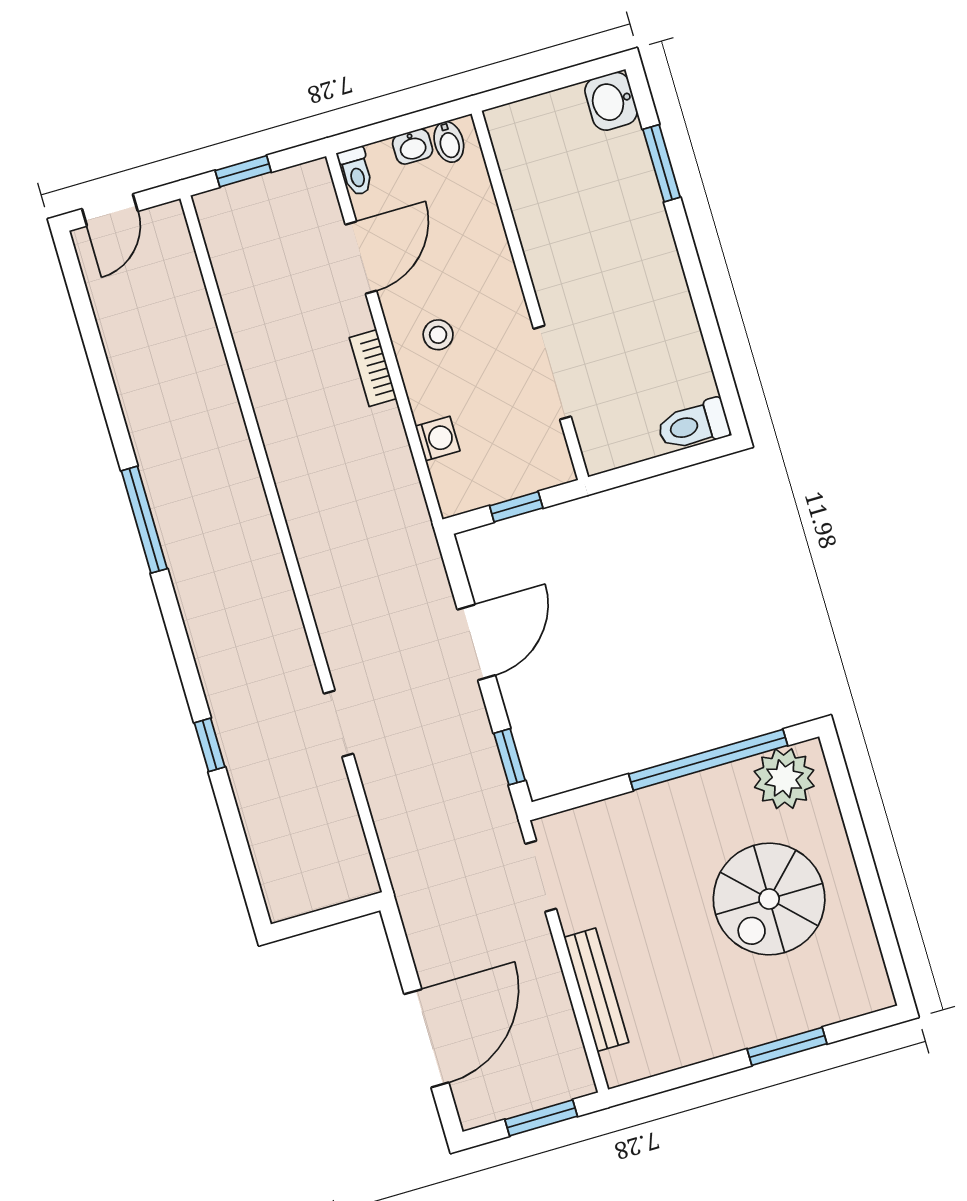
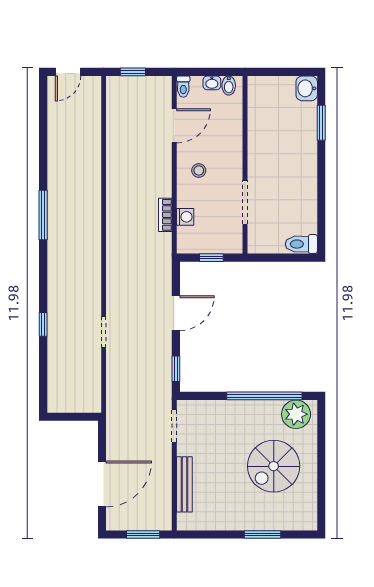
bookcase: (373, 368) -> (165, 215), moved

